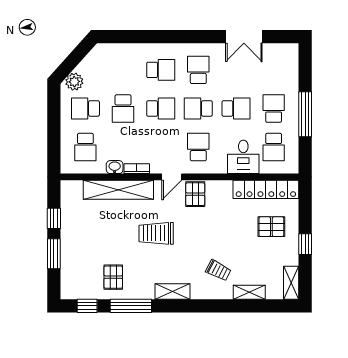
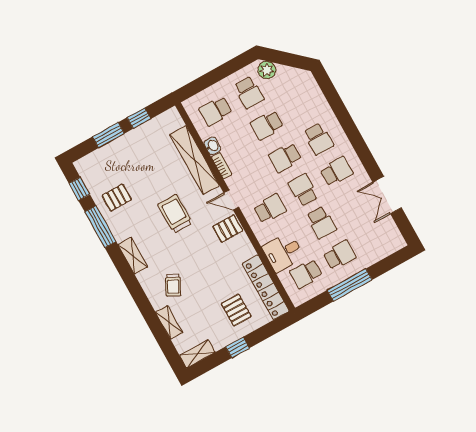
school desk: (85, 108) -> (249, 93), turned 180
school desk: (161, 108) -> (285, 158), turned 90

